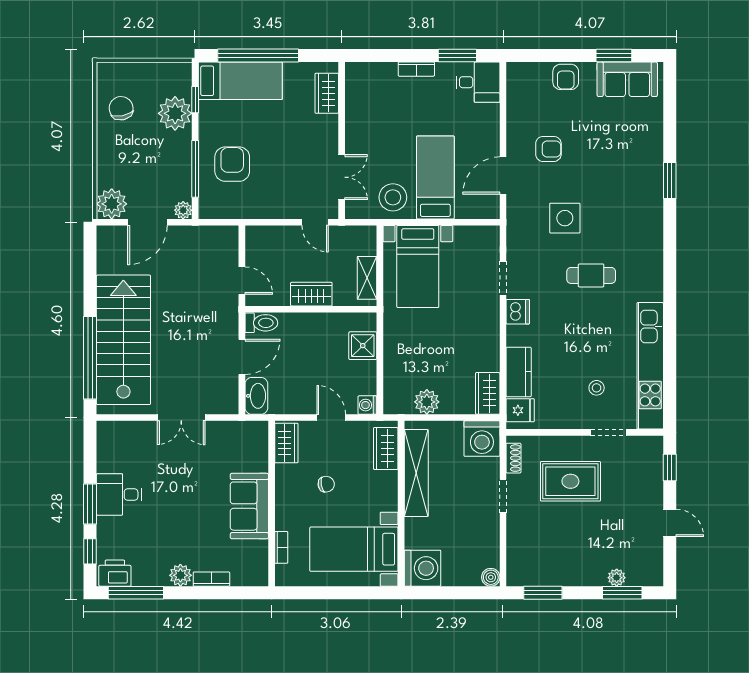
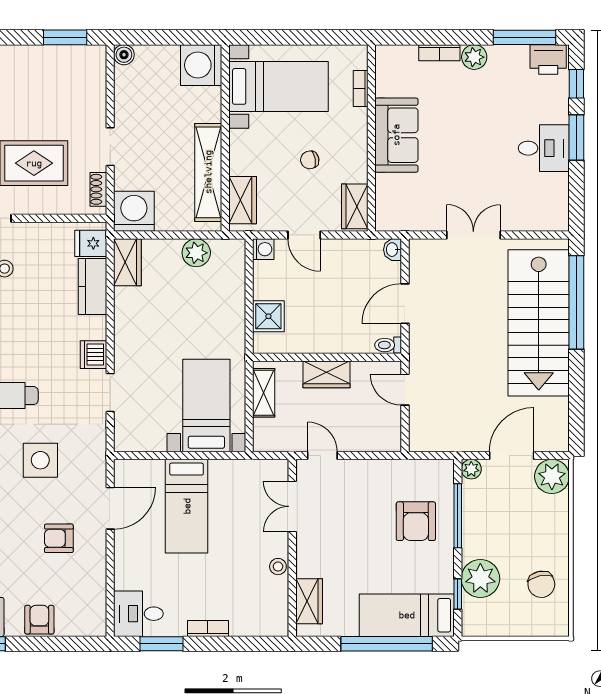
stool: (393, 197) -> (278, 567), moved, width x0.53, depth x0.53
toilet: (261, 323) -> (388, 345), width x0.73, depth x0.72
washbasin: (256, 396) -> (393, 250), width x0.52, depth x0.69

